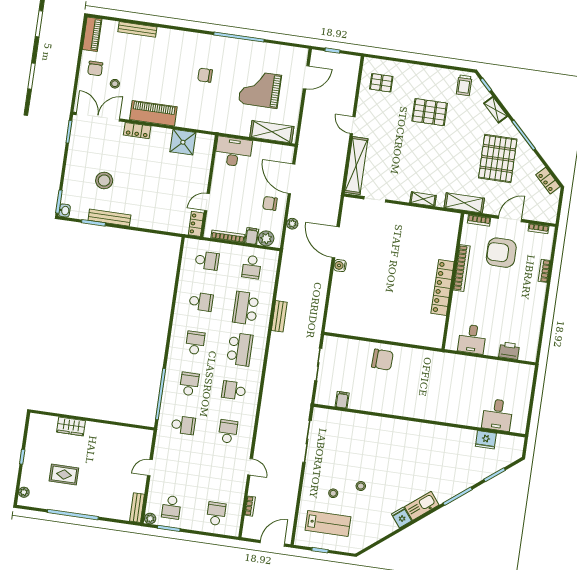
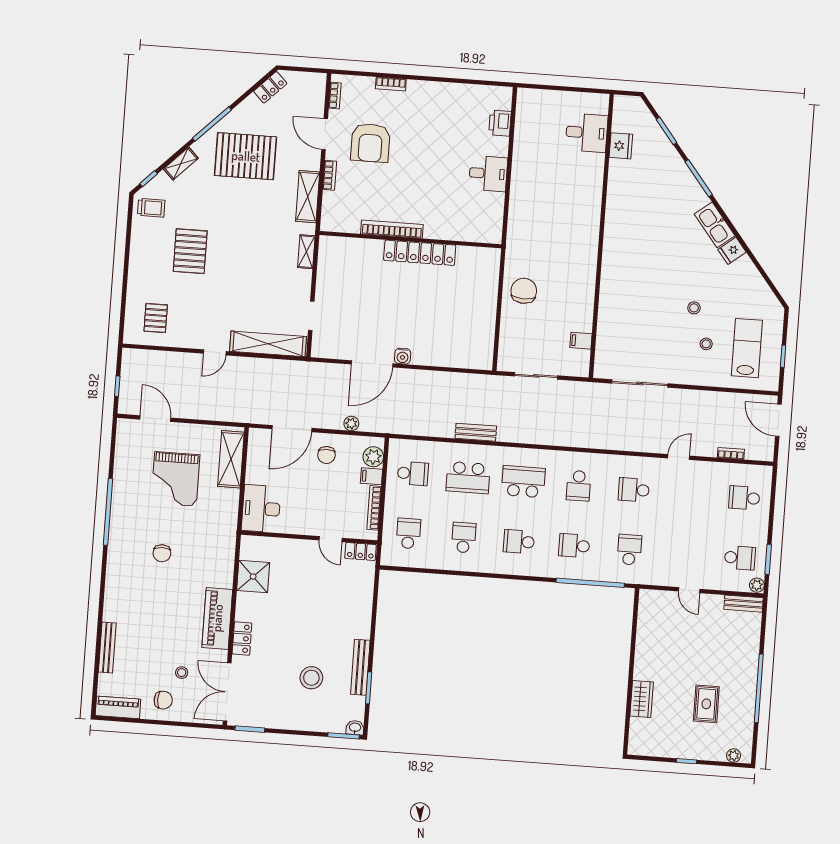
bookcase: (462, 268) -> (392, 229), moved
wall: (453, 281) -> (410, 240), moved
locker: (443, 288) -> (420, 253), moved

